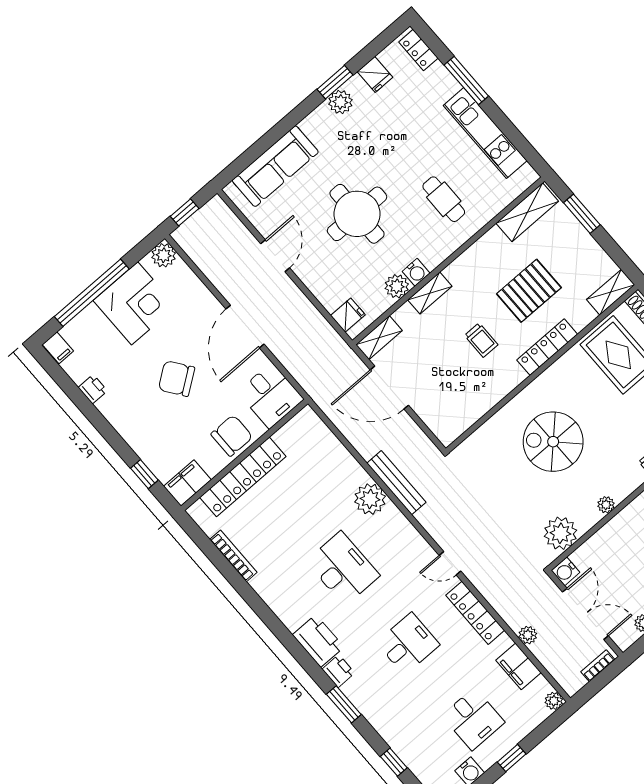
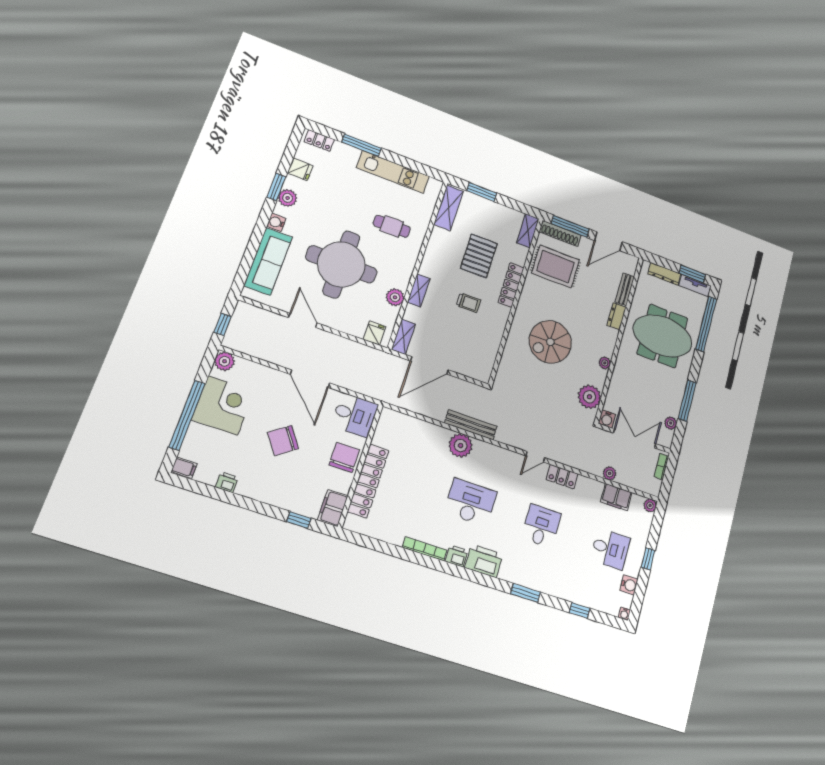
round table: (357, 214) -> (341, 264), width x1.36, depth x1.36
water cooler: (416, 272) -> (276, 222), moved, turned 180
bookcase: (233, 556) -> (425, 549), moved
locker: (475, 613) -> (562, 477), width x0.66
printer: (338, 671) -> (457, 556), moved

